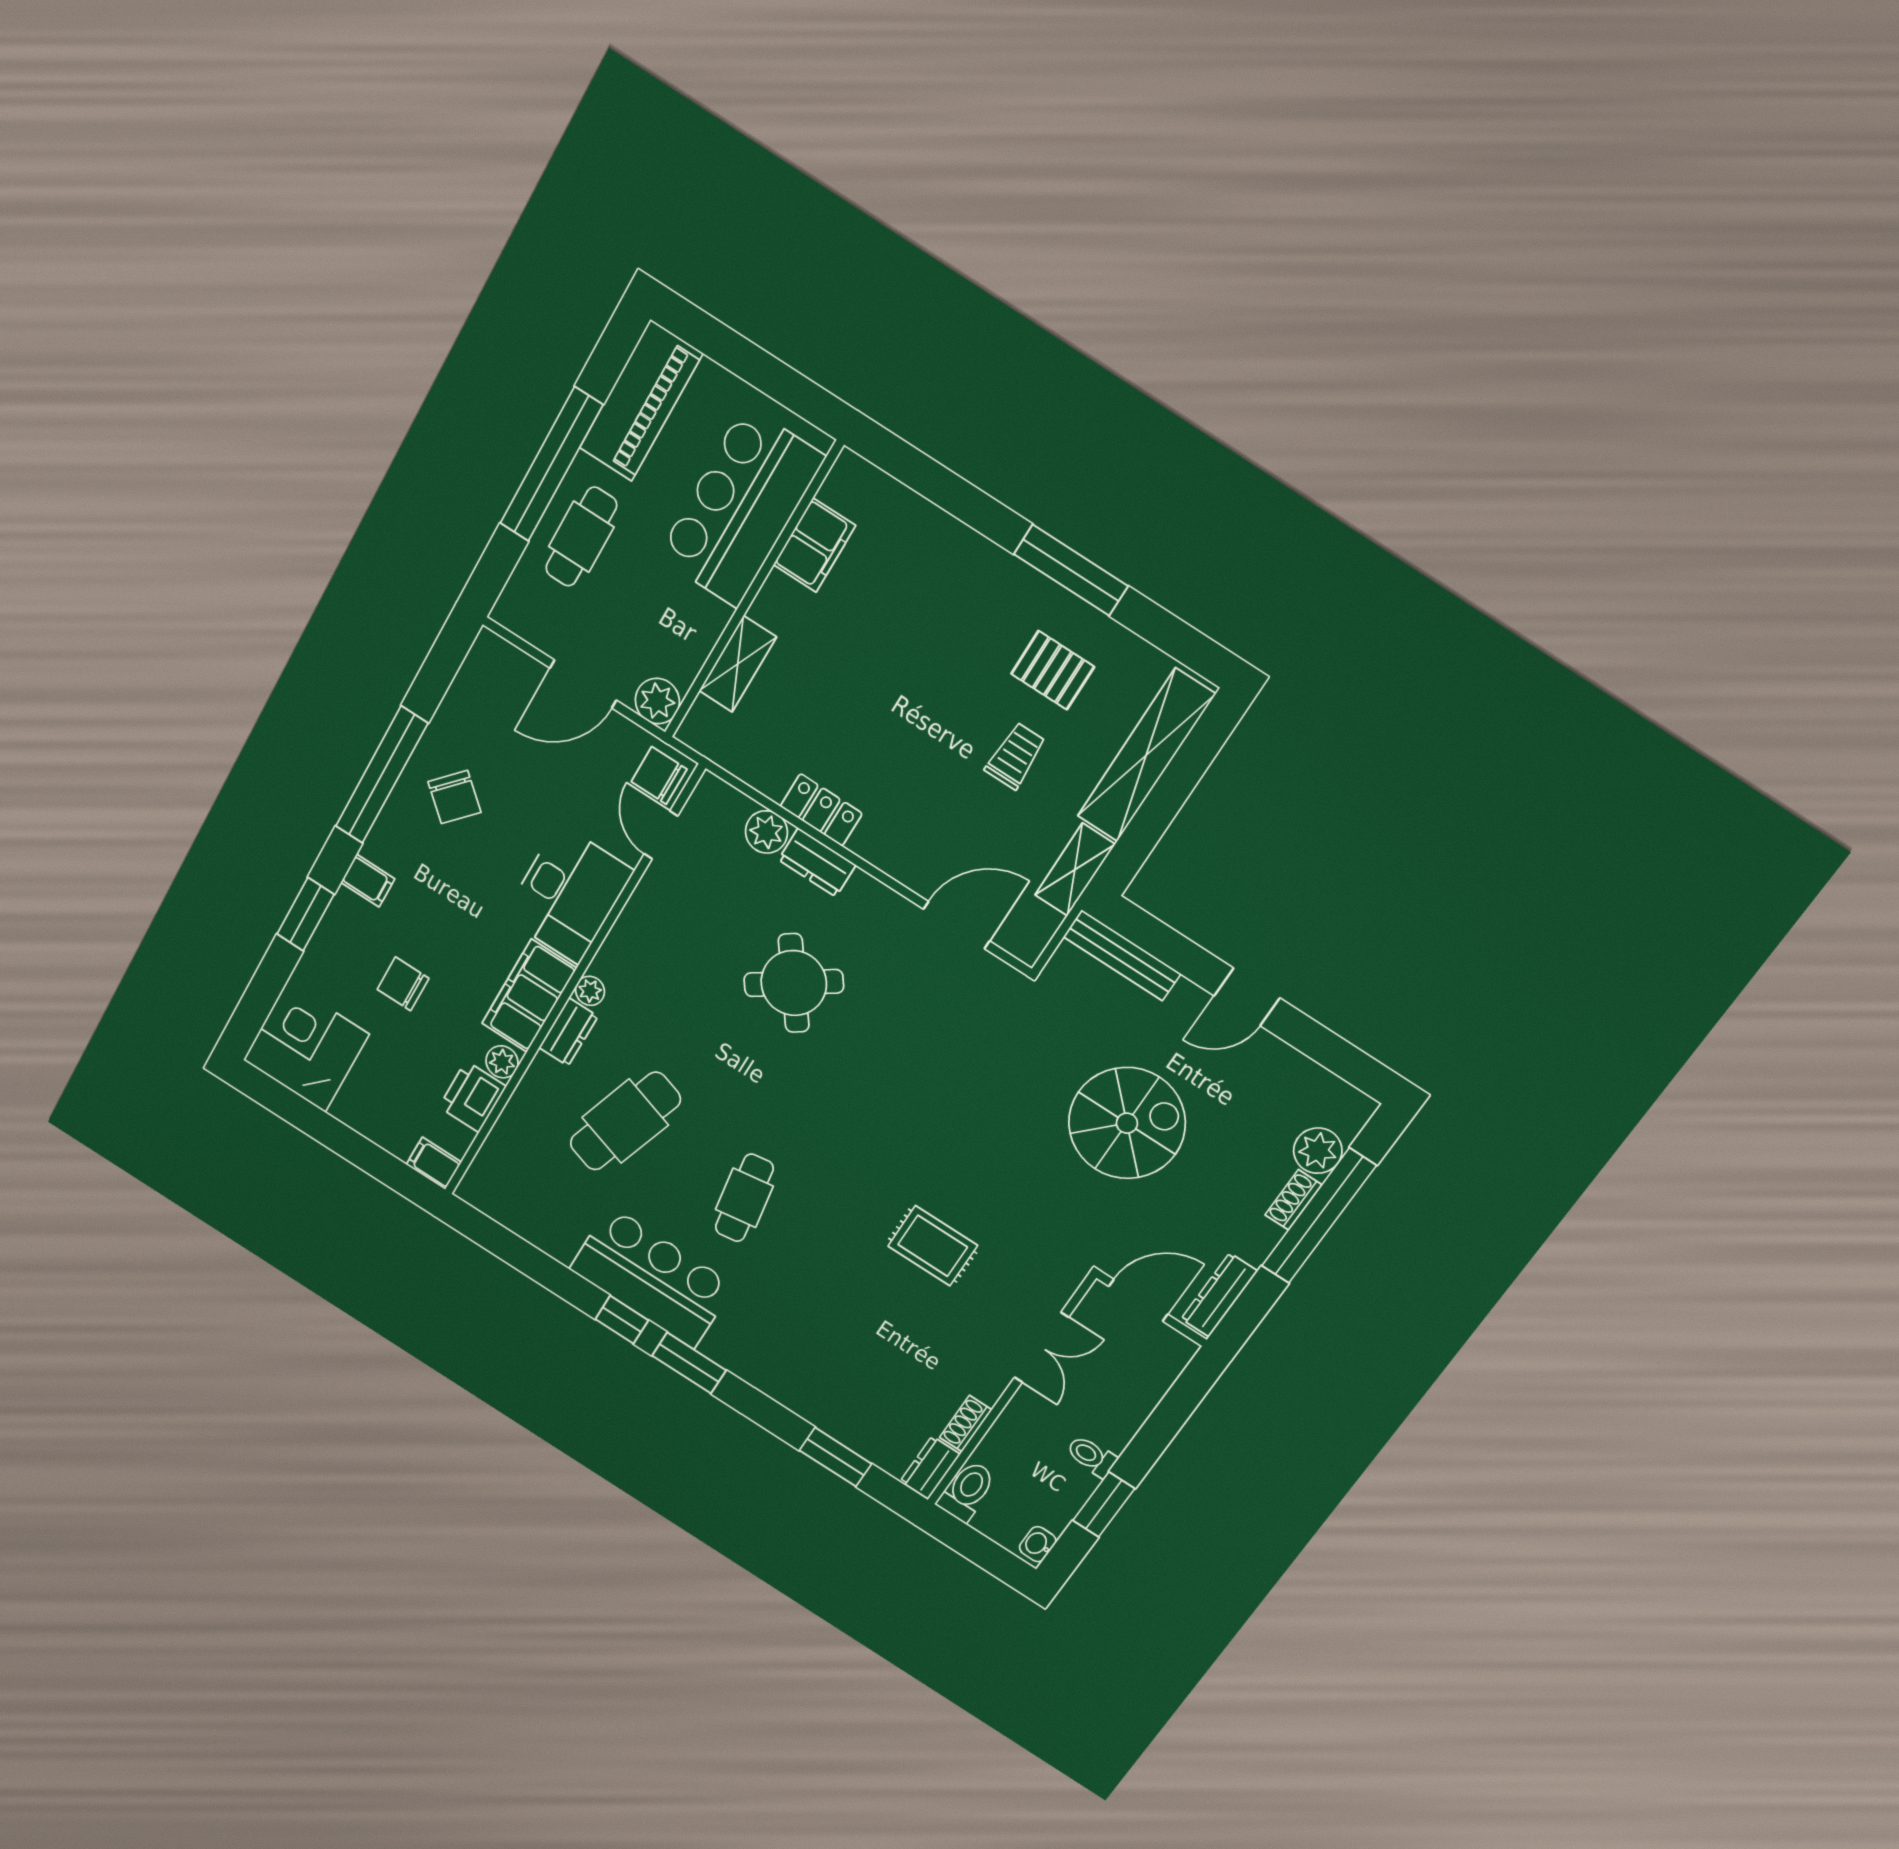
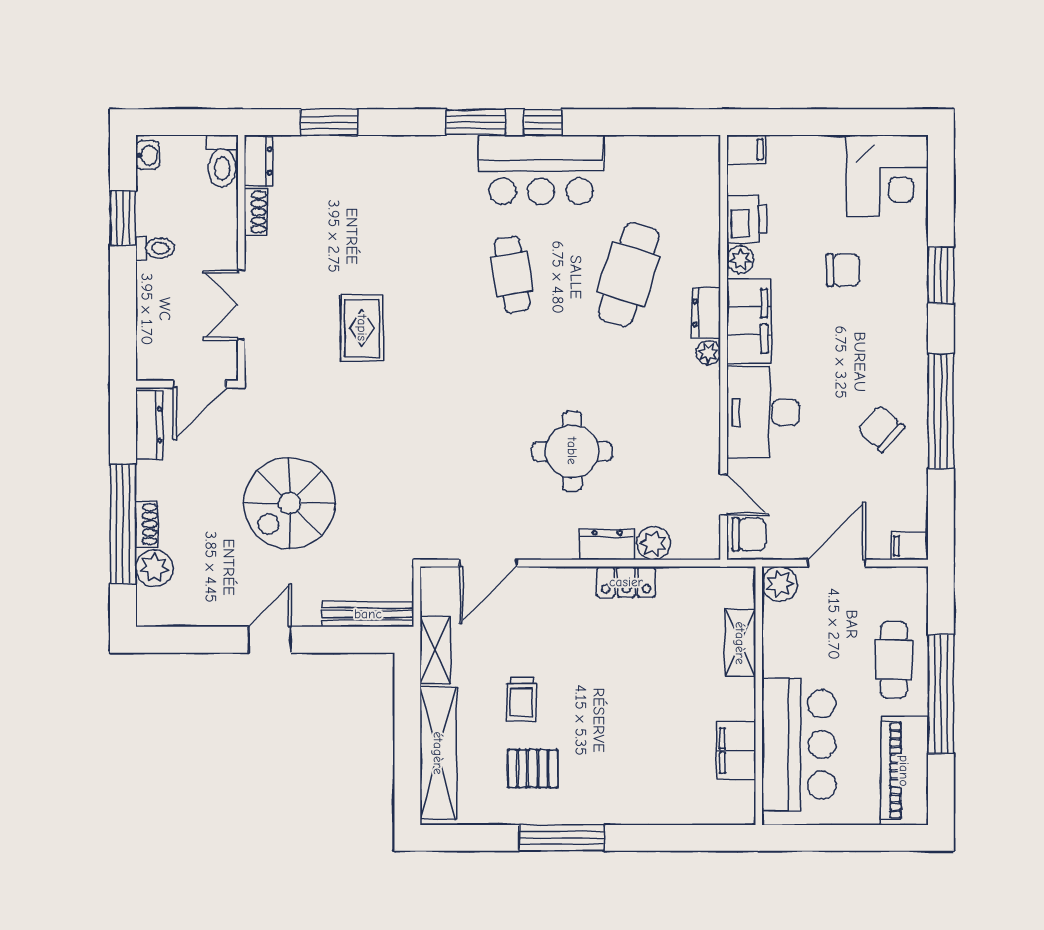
filing cabinet: (368, 881) -> (909, 546), moved
round table: (794, 983) -> (572, 451), turned 36
rug: (933, 1246) -> (362, 328), turned 90

